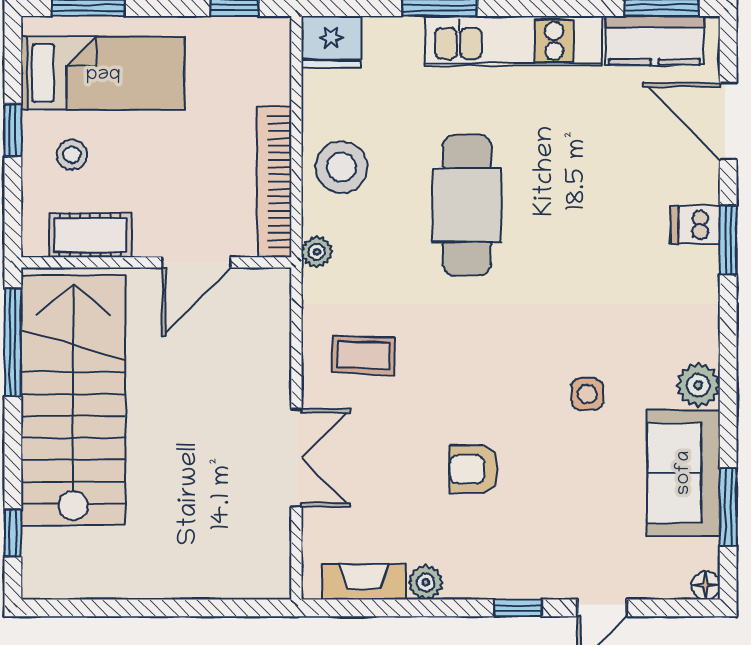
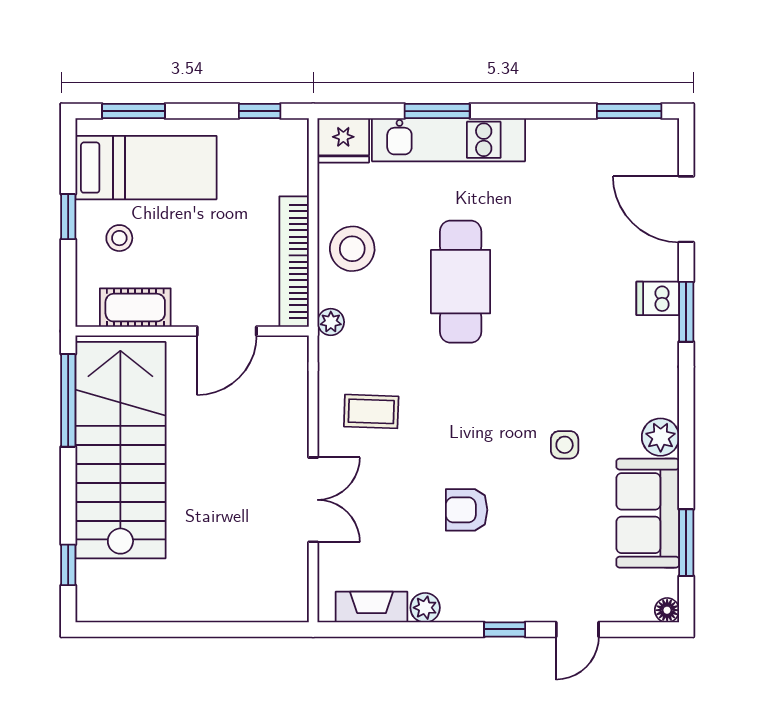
kitchen unit: (513, 41) -> (448, 140), moved
kitchen counter: (655, 41) -> (623, 139), removed

